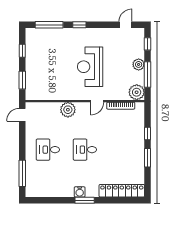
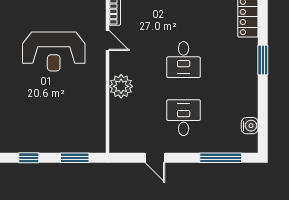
door: (22, 115) -> (155, 158), moved
desk: (48, 150) -> (184, 118), turned 180
water cooler: (80, 192) -> (250, 126), moved

